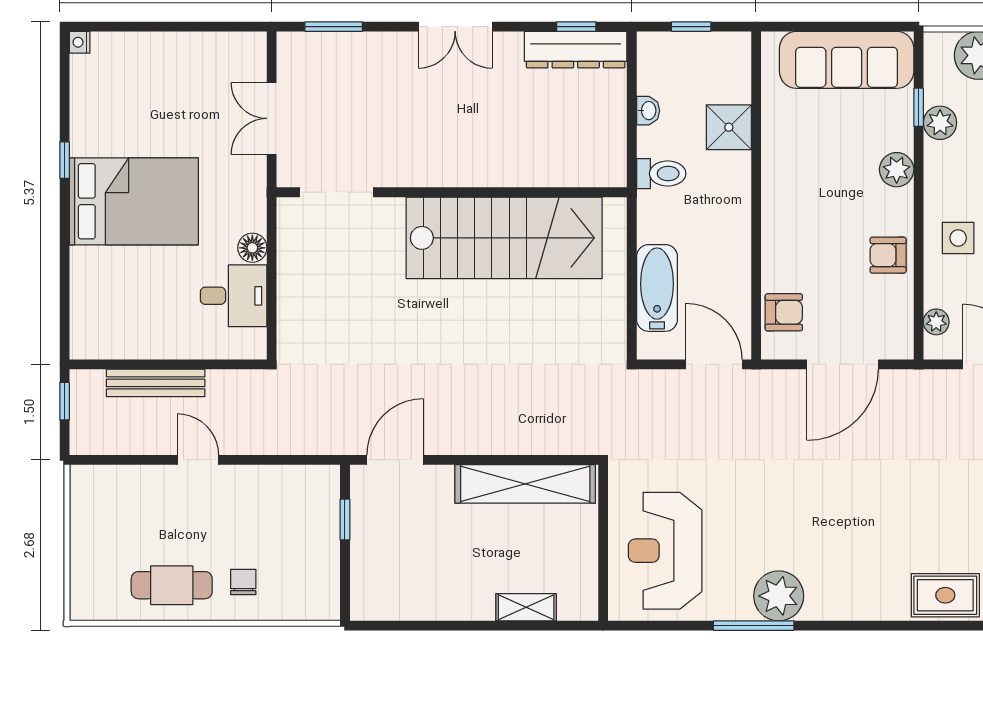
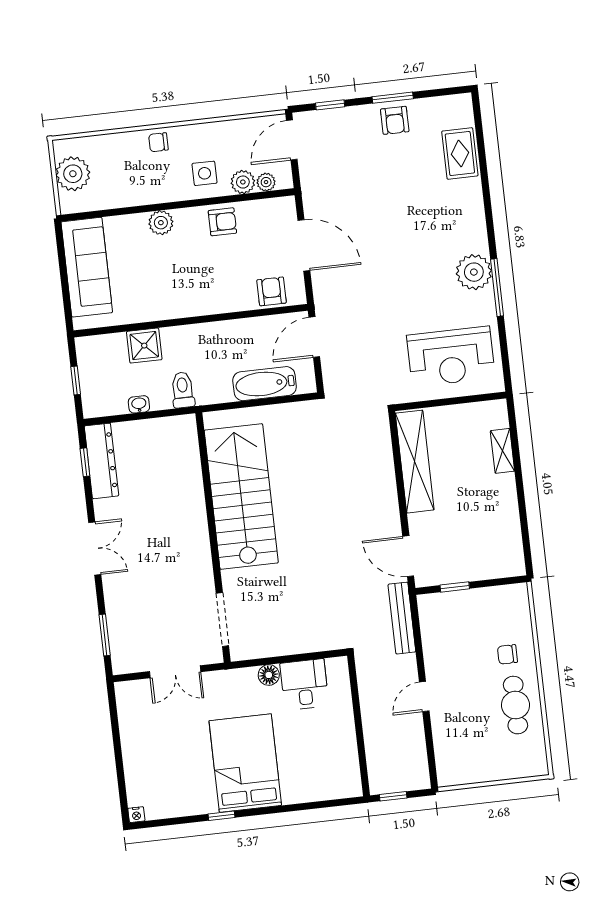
window: (919, 107) -> (115, 212), removed
plant: (940, 123) -> (243, 182), moved
armchair: (888, 255) -> (222, 222), turned -90
bench: (156, 383) -> (402, 618), moved

